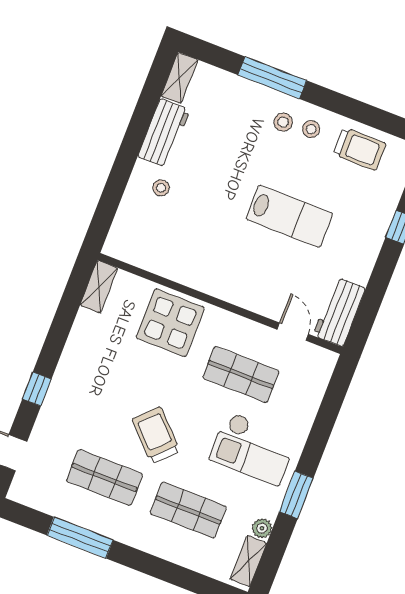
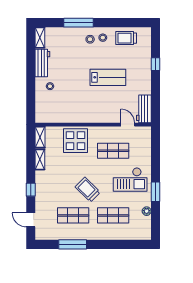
trolley: (360, 149) -> (126, 38), turned 180
shelving: (248, 561) -> (40, 159), moved

